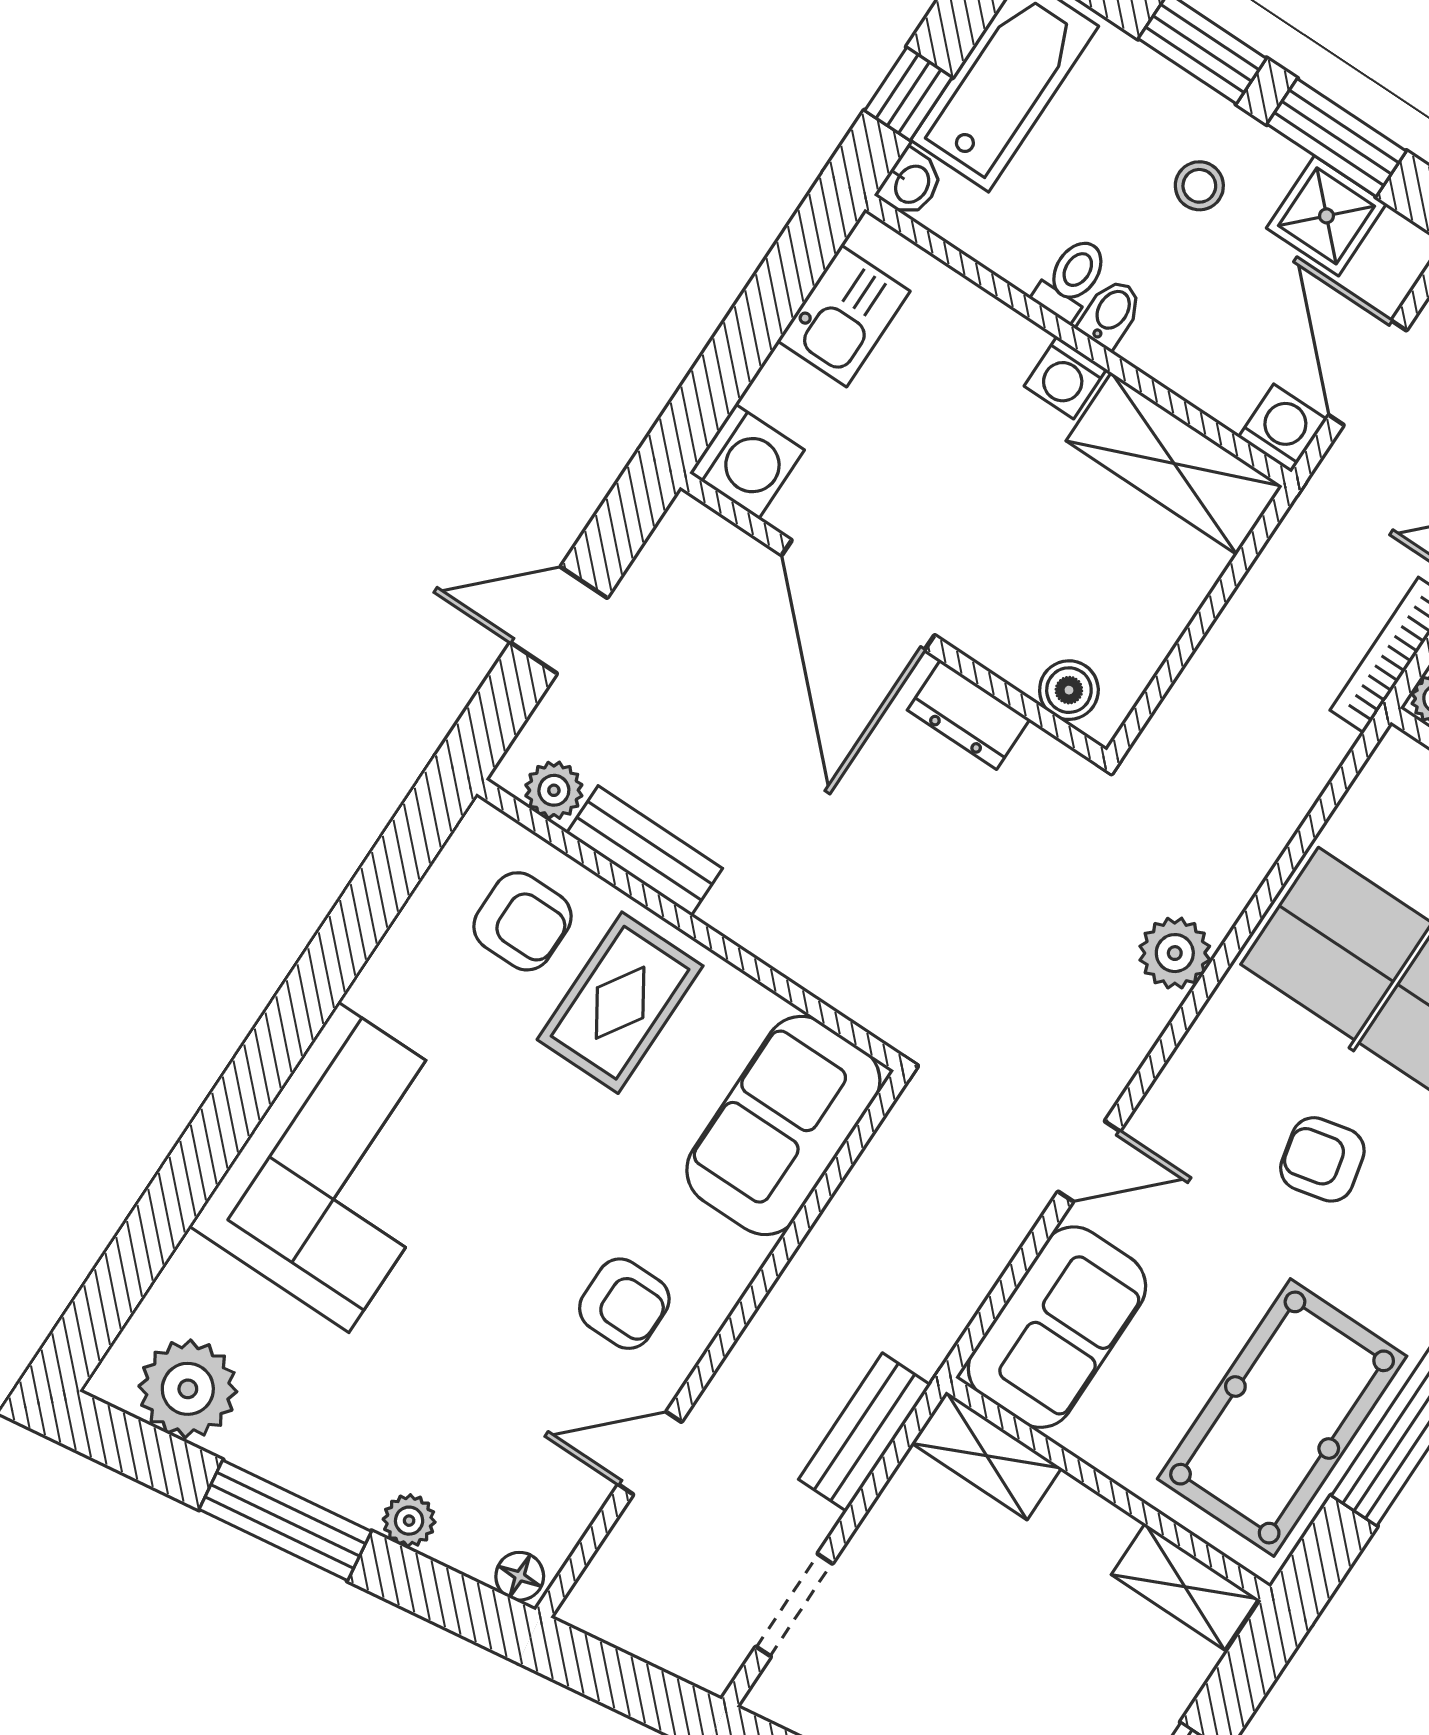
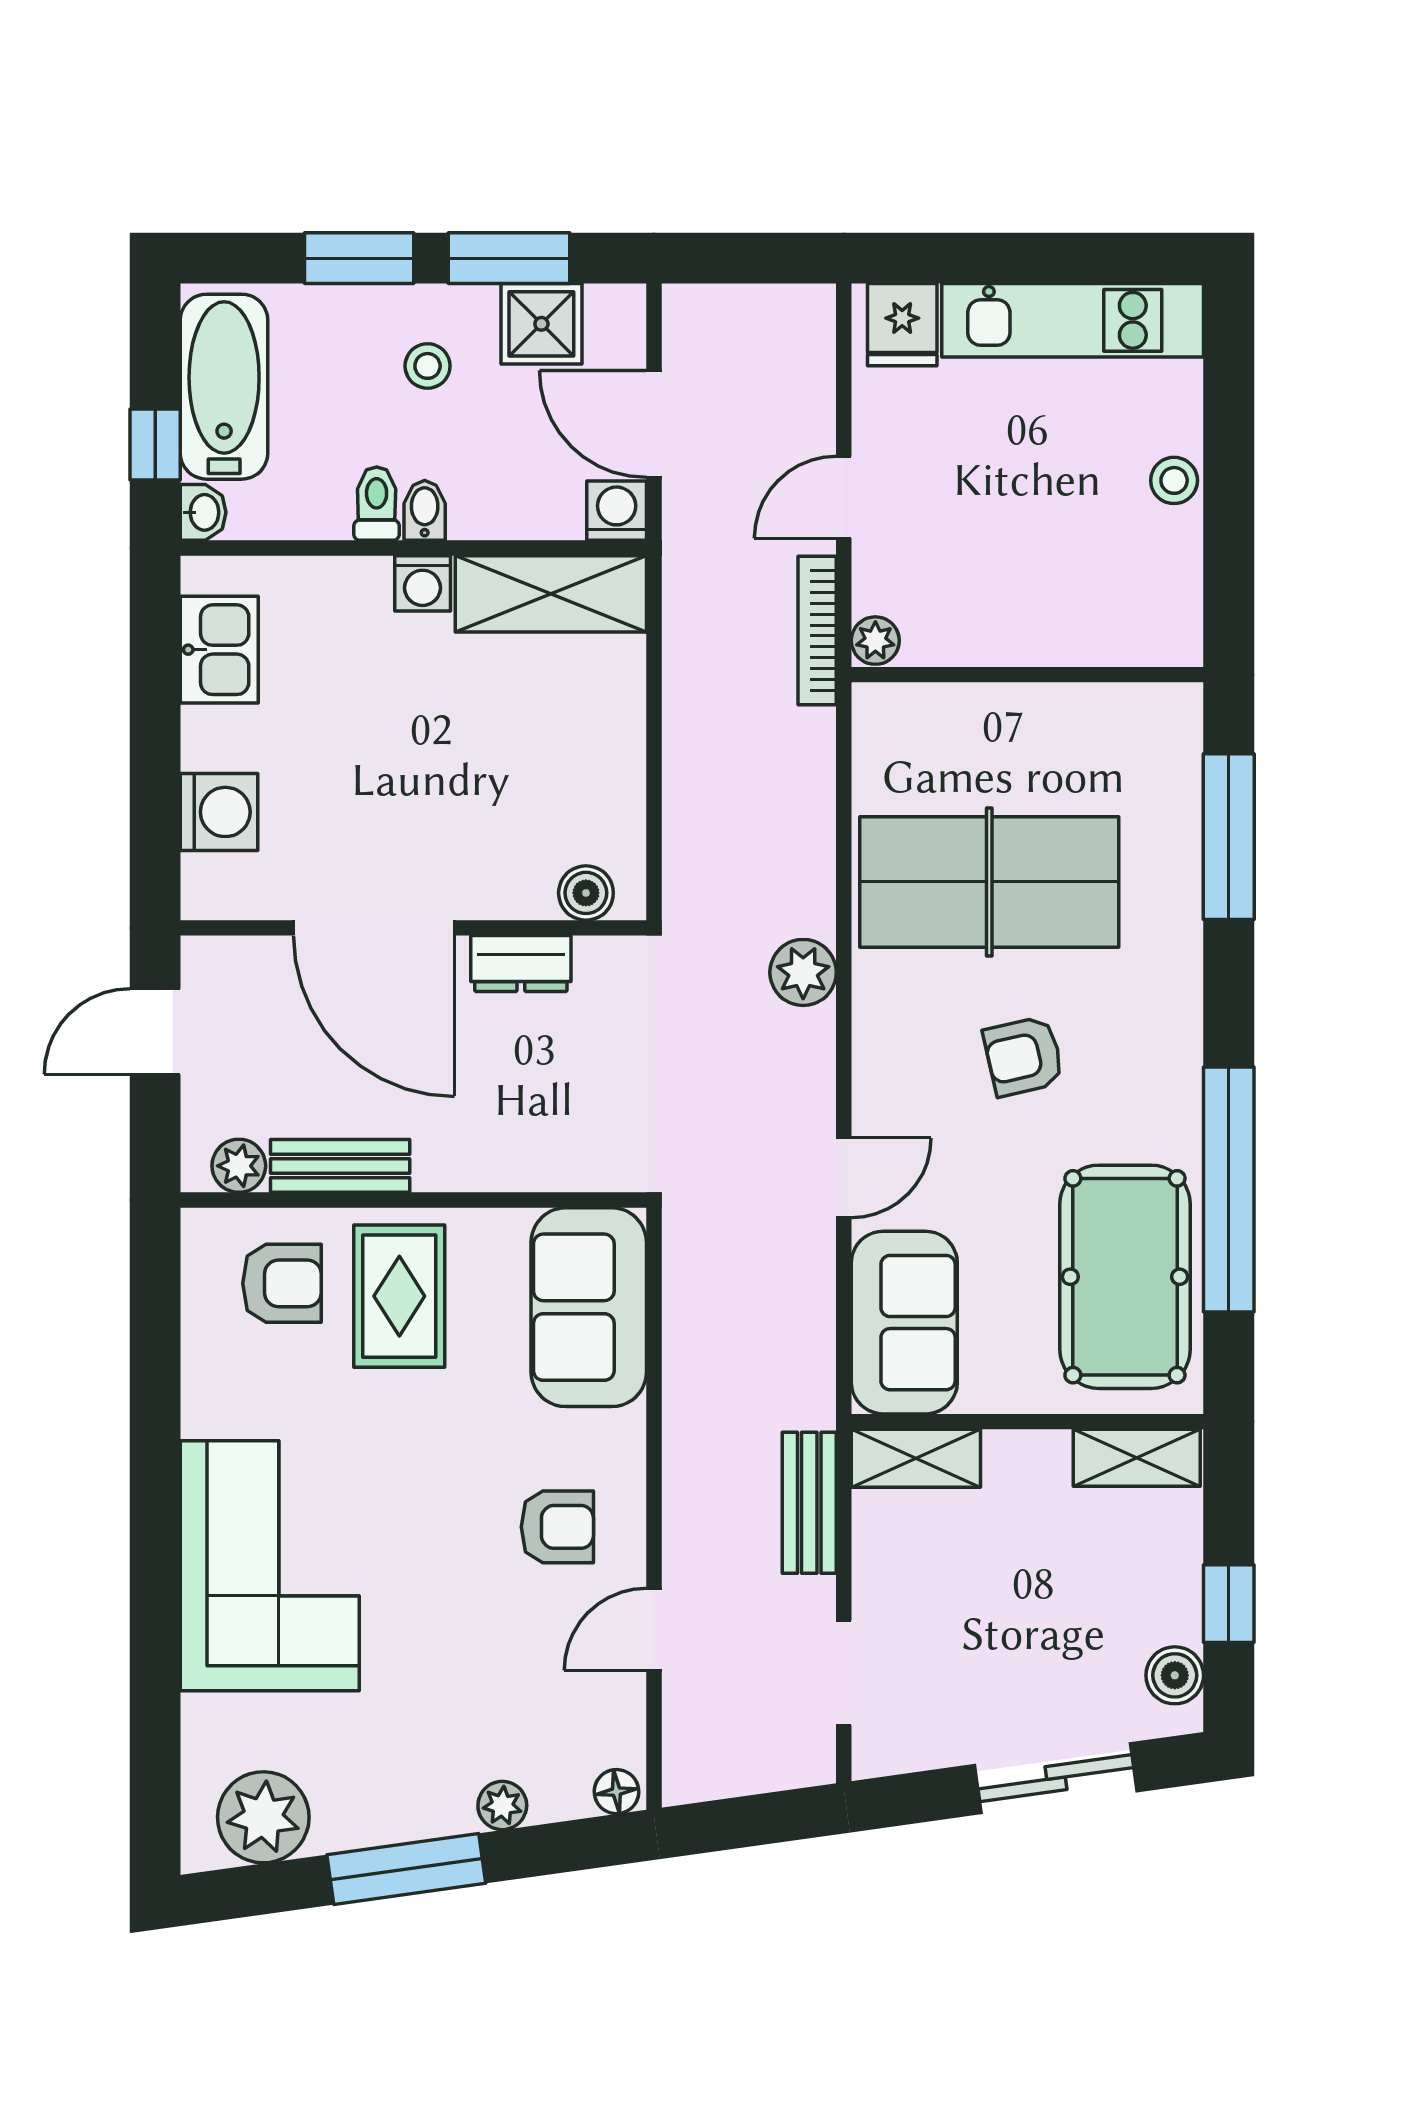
door: (858, 595) -> (374, 928), moved
wall: (893, 619) -> (413, 928), moved
boiler: (1069, 690) -> (586, 893), moved
dresser: (969, 715) -> (521, 964), moved

